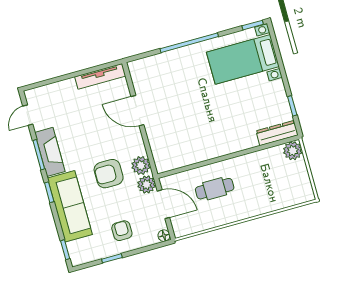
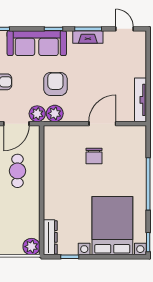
bed with nightstands: (243, 59) -> (112, 226), width x1.36
chair: (175, 110) -> (94, 156), added
fireplace: (50, 152) -> (88, 37), width x0.73, depth x0.76

